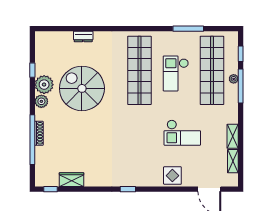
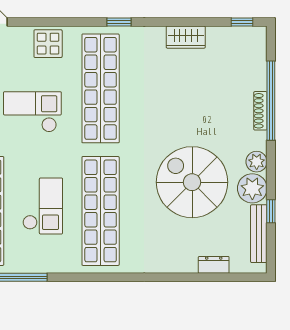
dresser: (83, 36) -> (214, 265), moved
bench: (40, 56) -> (259, 234), added
spiral stairs: (82, 88) -> (192, 182), turned 180
shop shelf: (139, 147) -> (101, 88), added
wardrobe: (72, 180) -> (186, 37), moved

